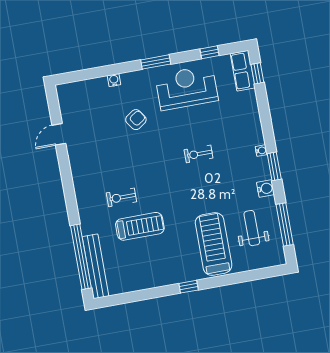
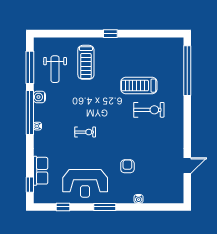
row of seats: (243, 71) -> (41, 171), moved
armchair: (136, 120) -> (127, 166), turned 124
window: (274, 166) -> (30, 112), width x2.11
exercise bike: (121, 197) -> (149, 110), width x1.38, depth x1.39
treadmill: (214, 244) -> (86, 62), width x0.73, depth x0.73
bench: (95, 266) -> (178, 61), removed

